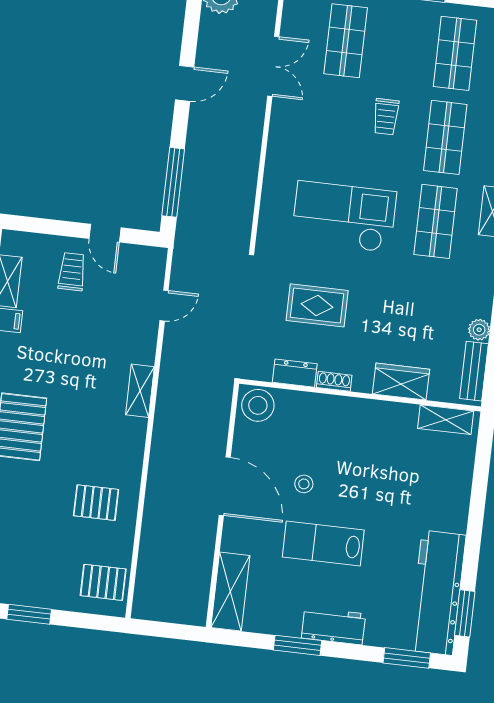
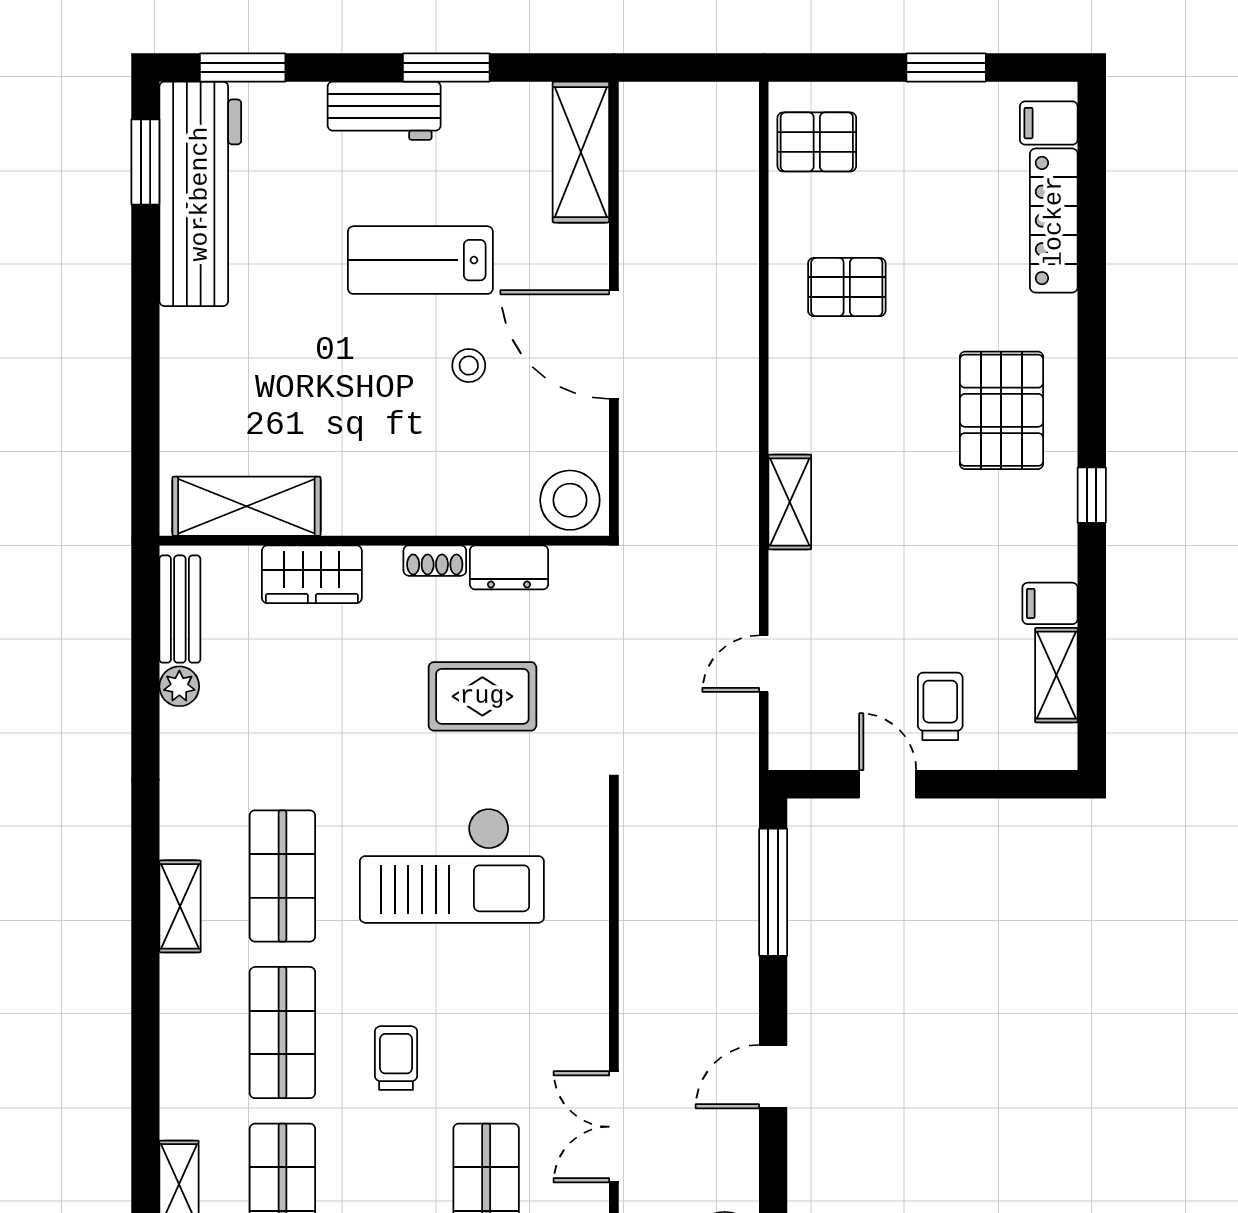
trolley: (72, 272) -> (940, 706), turned 180
shelving: (446, 420) -> (246, 506), width x1.50, depth x1.33
lab bench: (323, 544) -> (420, 260), turned 180

